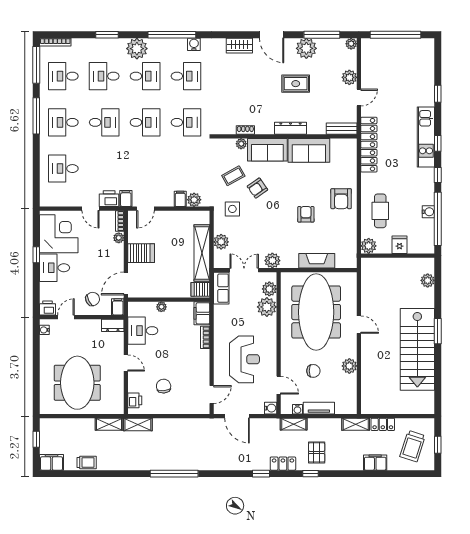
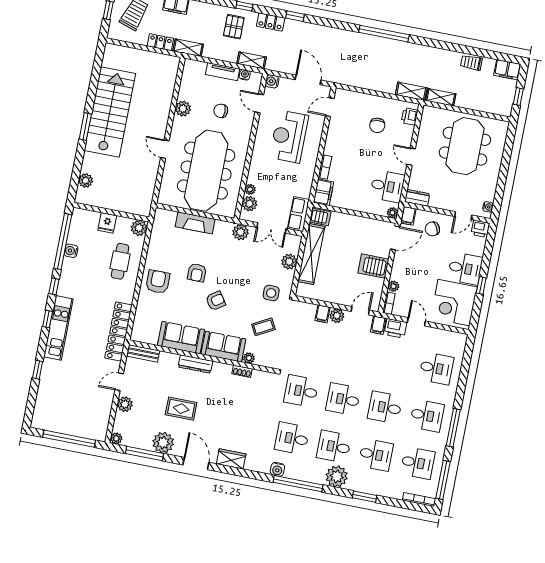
armchair: (257, 188) -> (216, 301), moved
plant: (194, 200) -> (337, 316), moved
plant: (161, 307) -> (392, 213), moved
plant: (267, 307) -> (250, 189), width x0.53, depth x0.53

